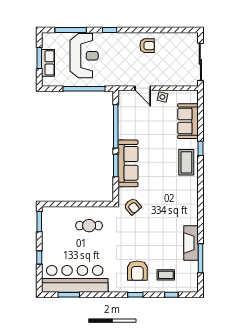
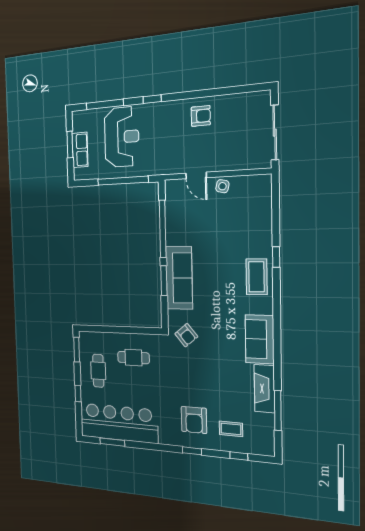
sofa: (188, 121) -> (260, 339), moved
cafe table: (58, 238) -> (98, 371), added

